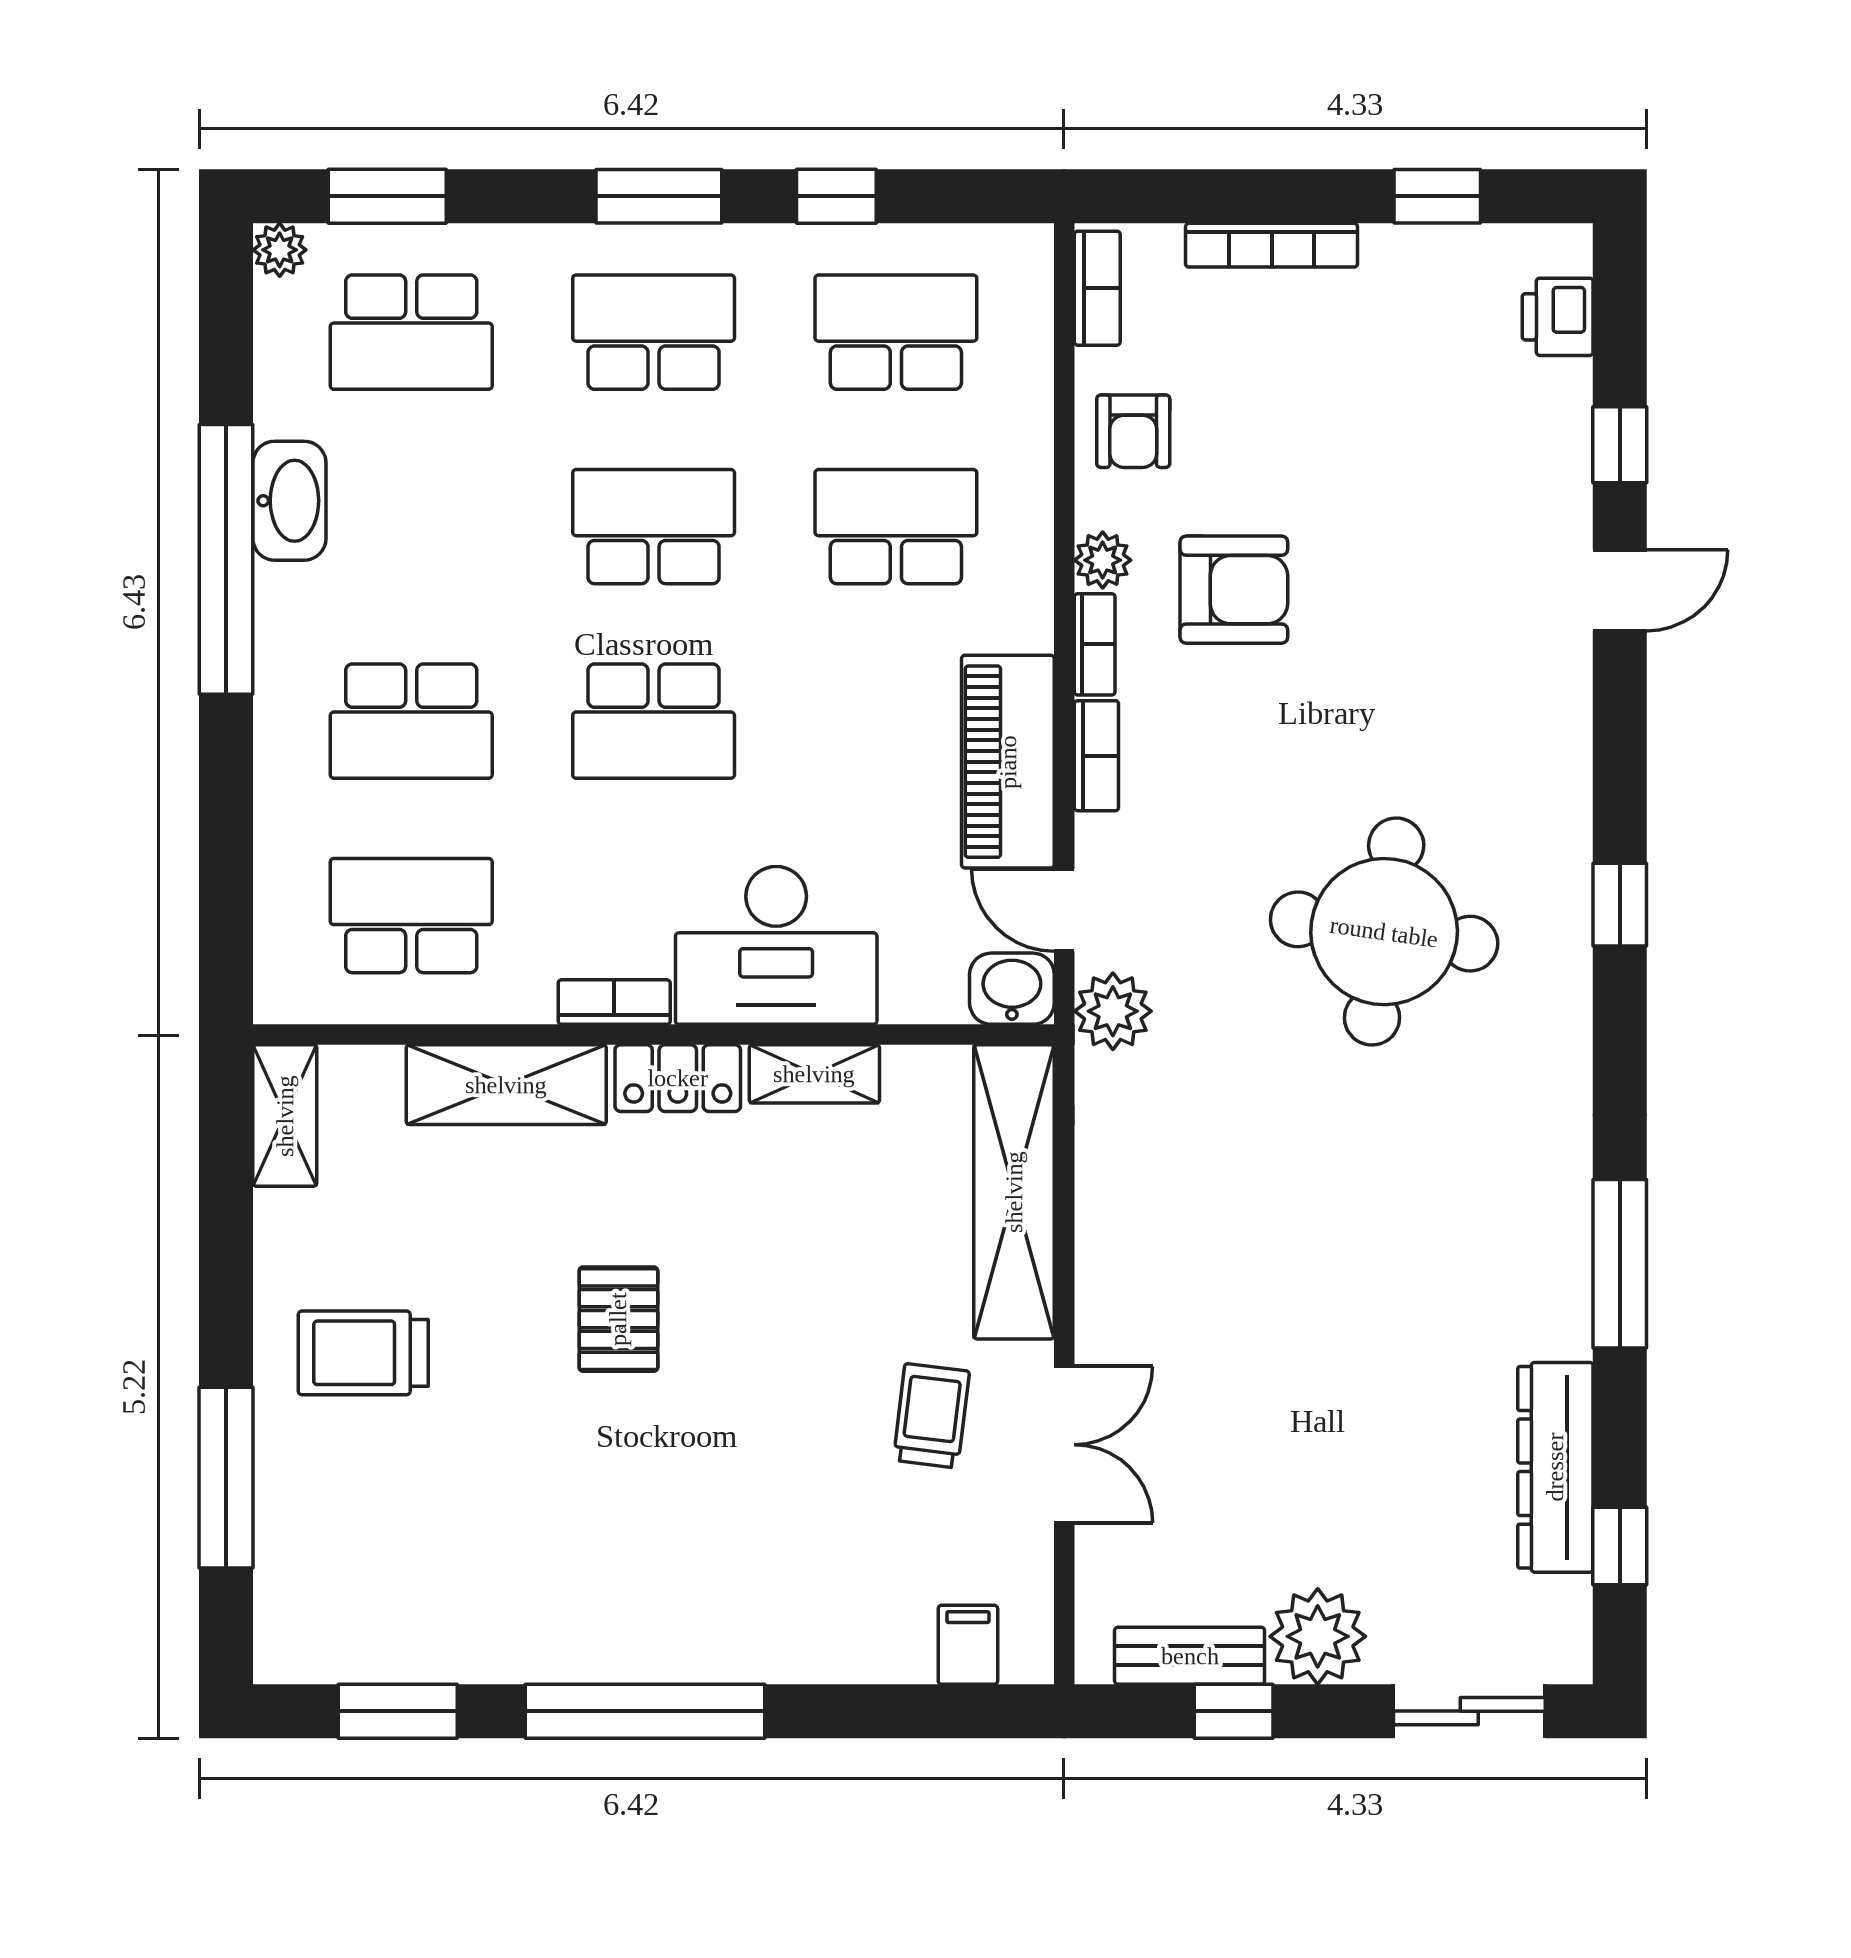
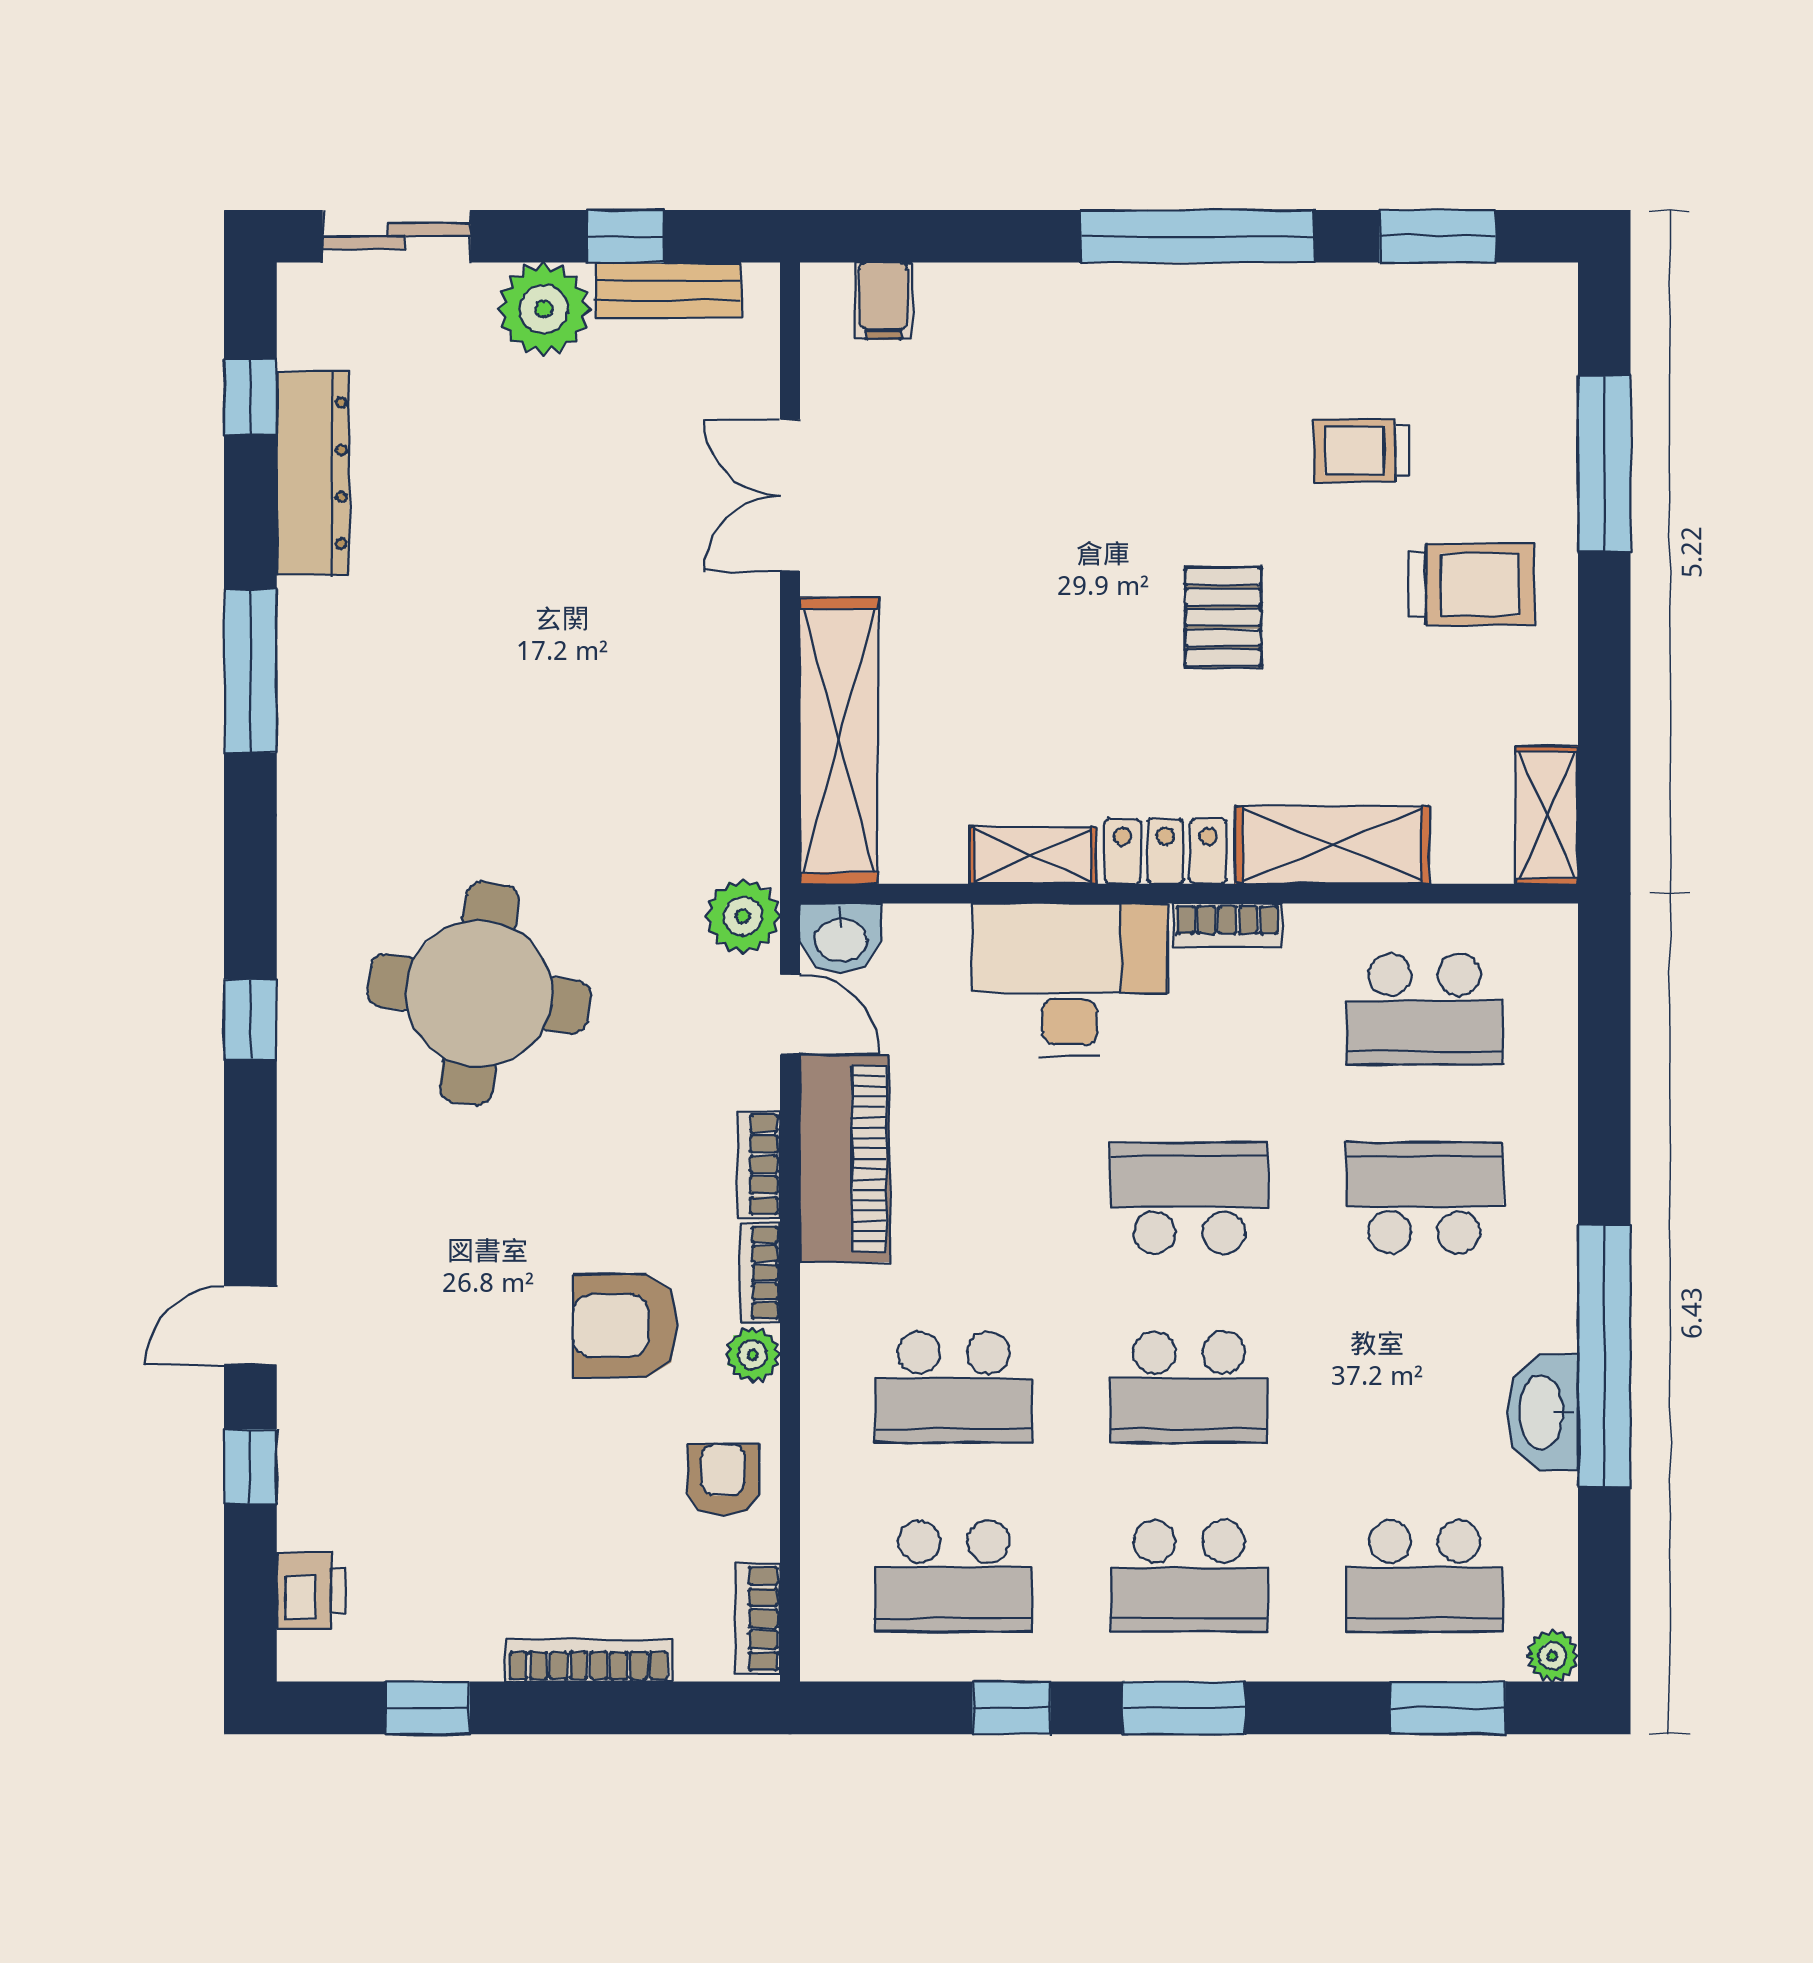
school desk: (411, 332) -> (1424, 1576), turned 180
trolley: (931, 1416) -> (1361, 450), moved, turned 83

